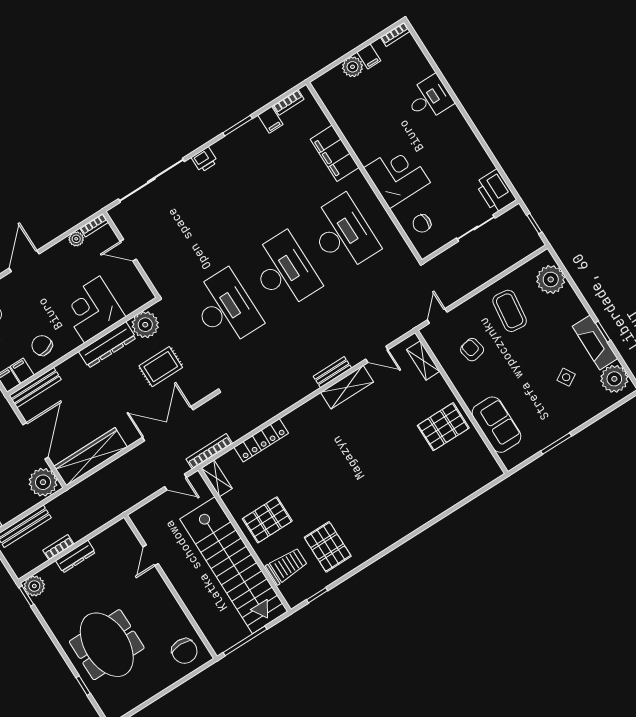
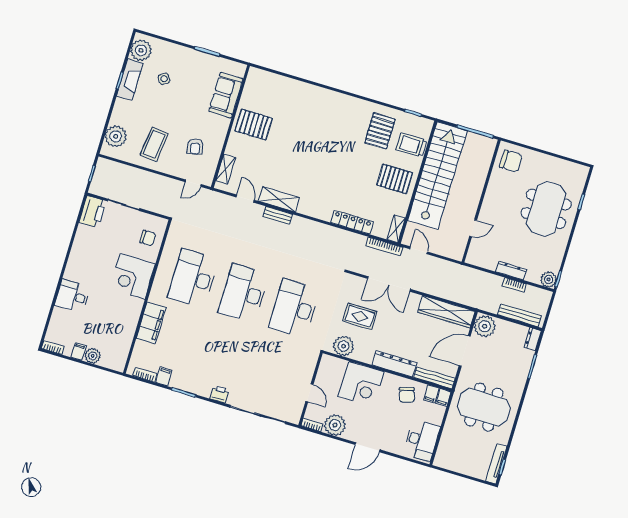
plant: (76, 239) -> (335, 425), width x1.87, depth x1.87
dresser: (107, 345) -> (394, 364), moved
chair: (185, 651) -> (511, 161), turned 90

